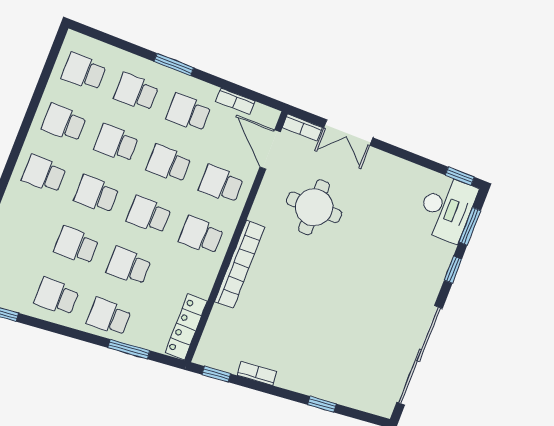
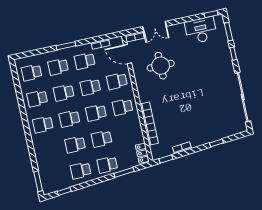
desk: (446, 208) -> (201, 30), moved, turned -90
bookcase: (240, 264) -> (149, 124), moved
locker: (186, 327) -> (142, 153), width x0.66

